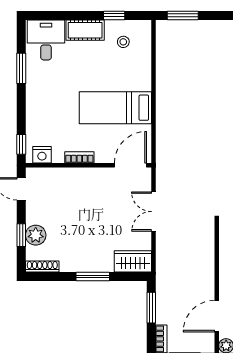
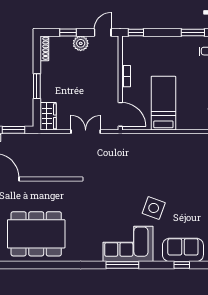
nightstand: (42, 155) -> (128, 48), removed
plant: (36, 235) -> (81, 43), moved

